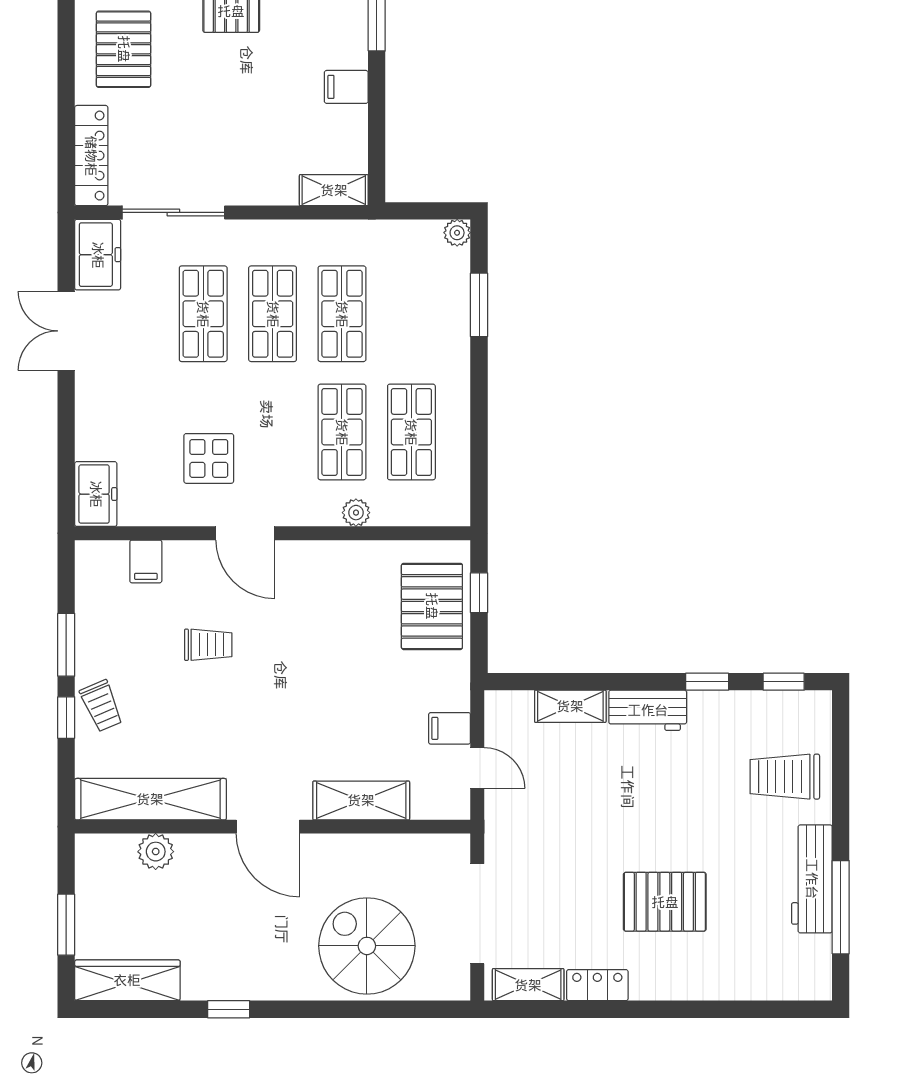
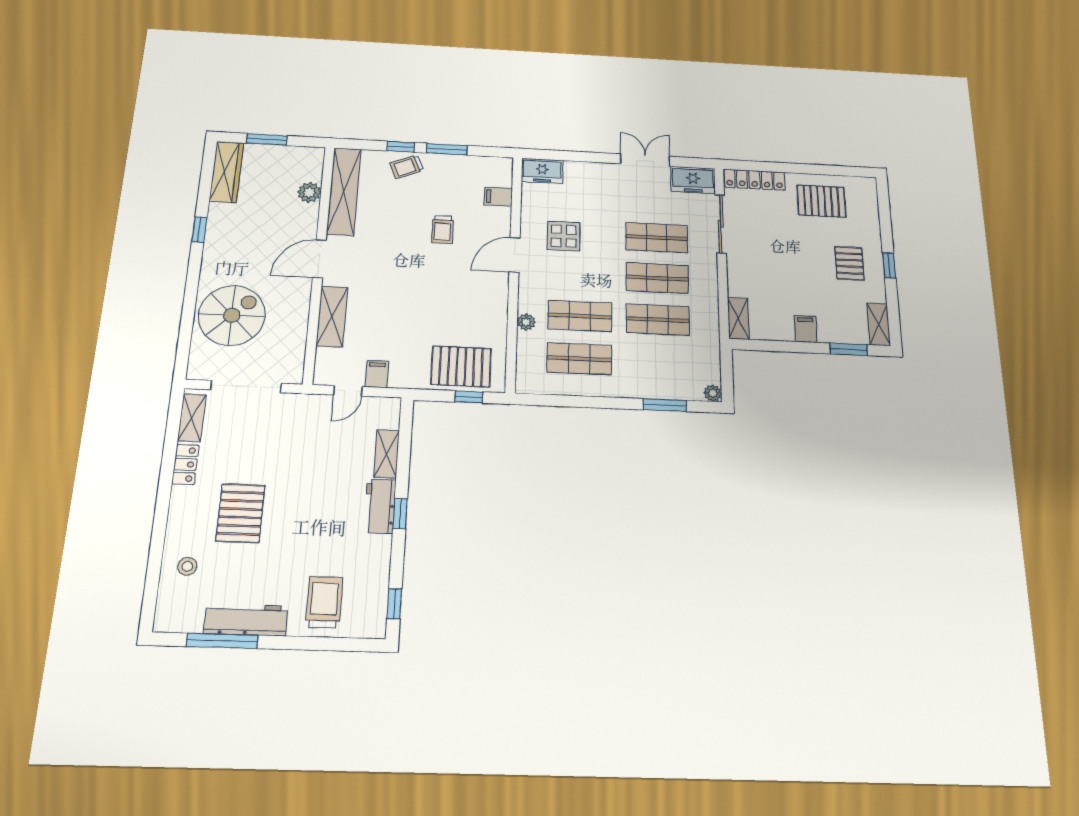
window: (707, 682) -> (400, 514), moved
stool: (742, 965) -> (187, 566), added

